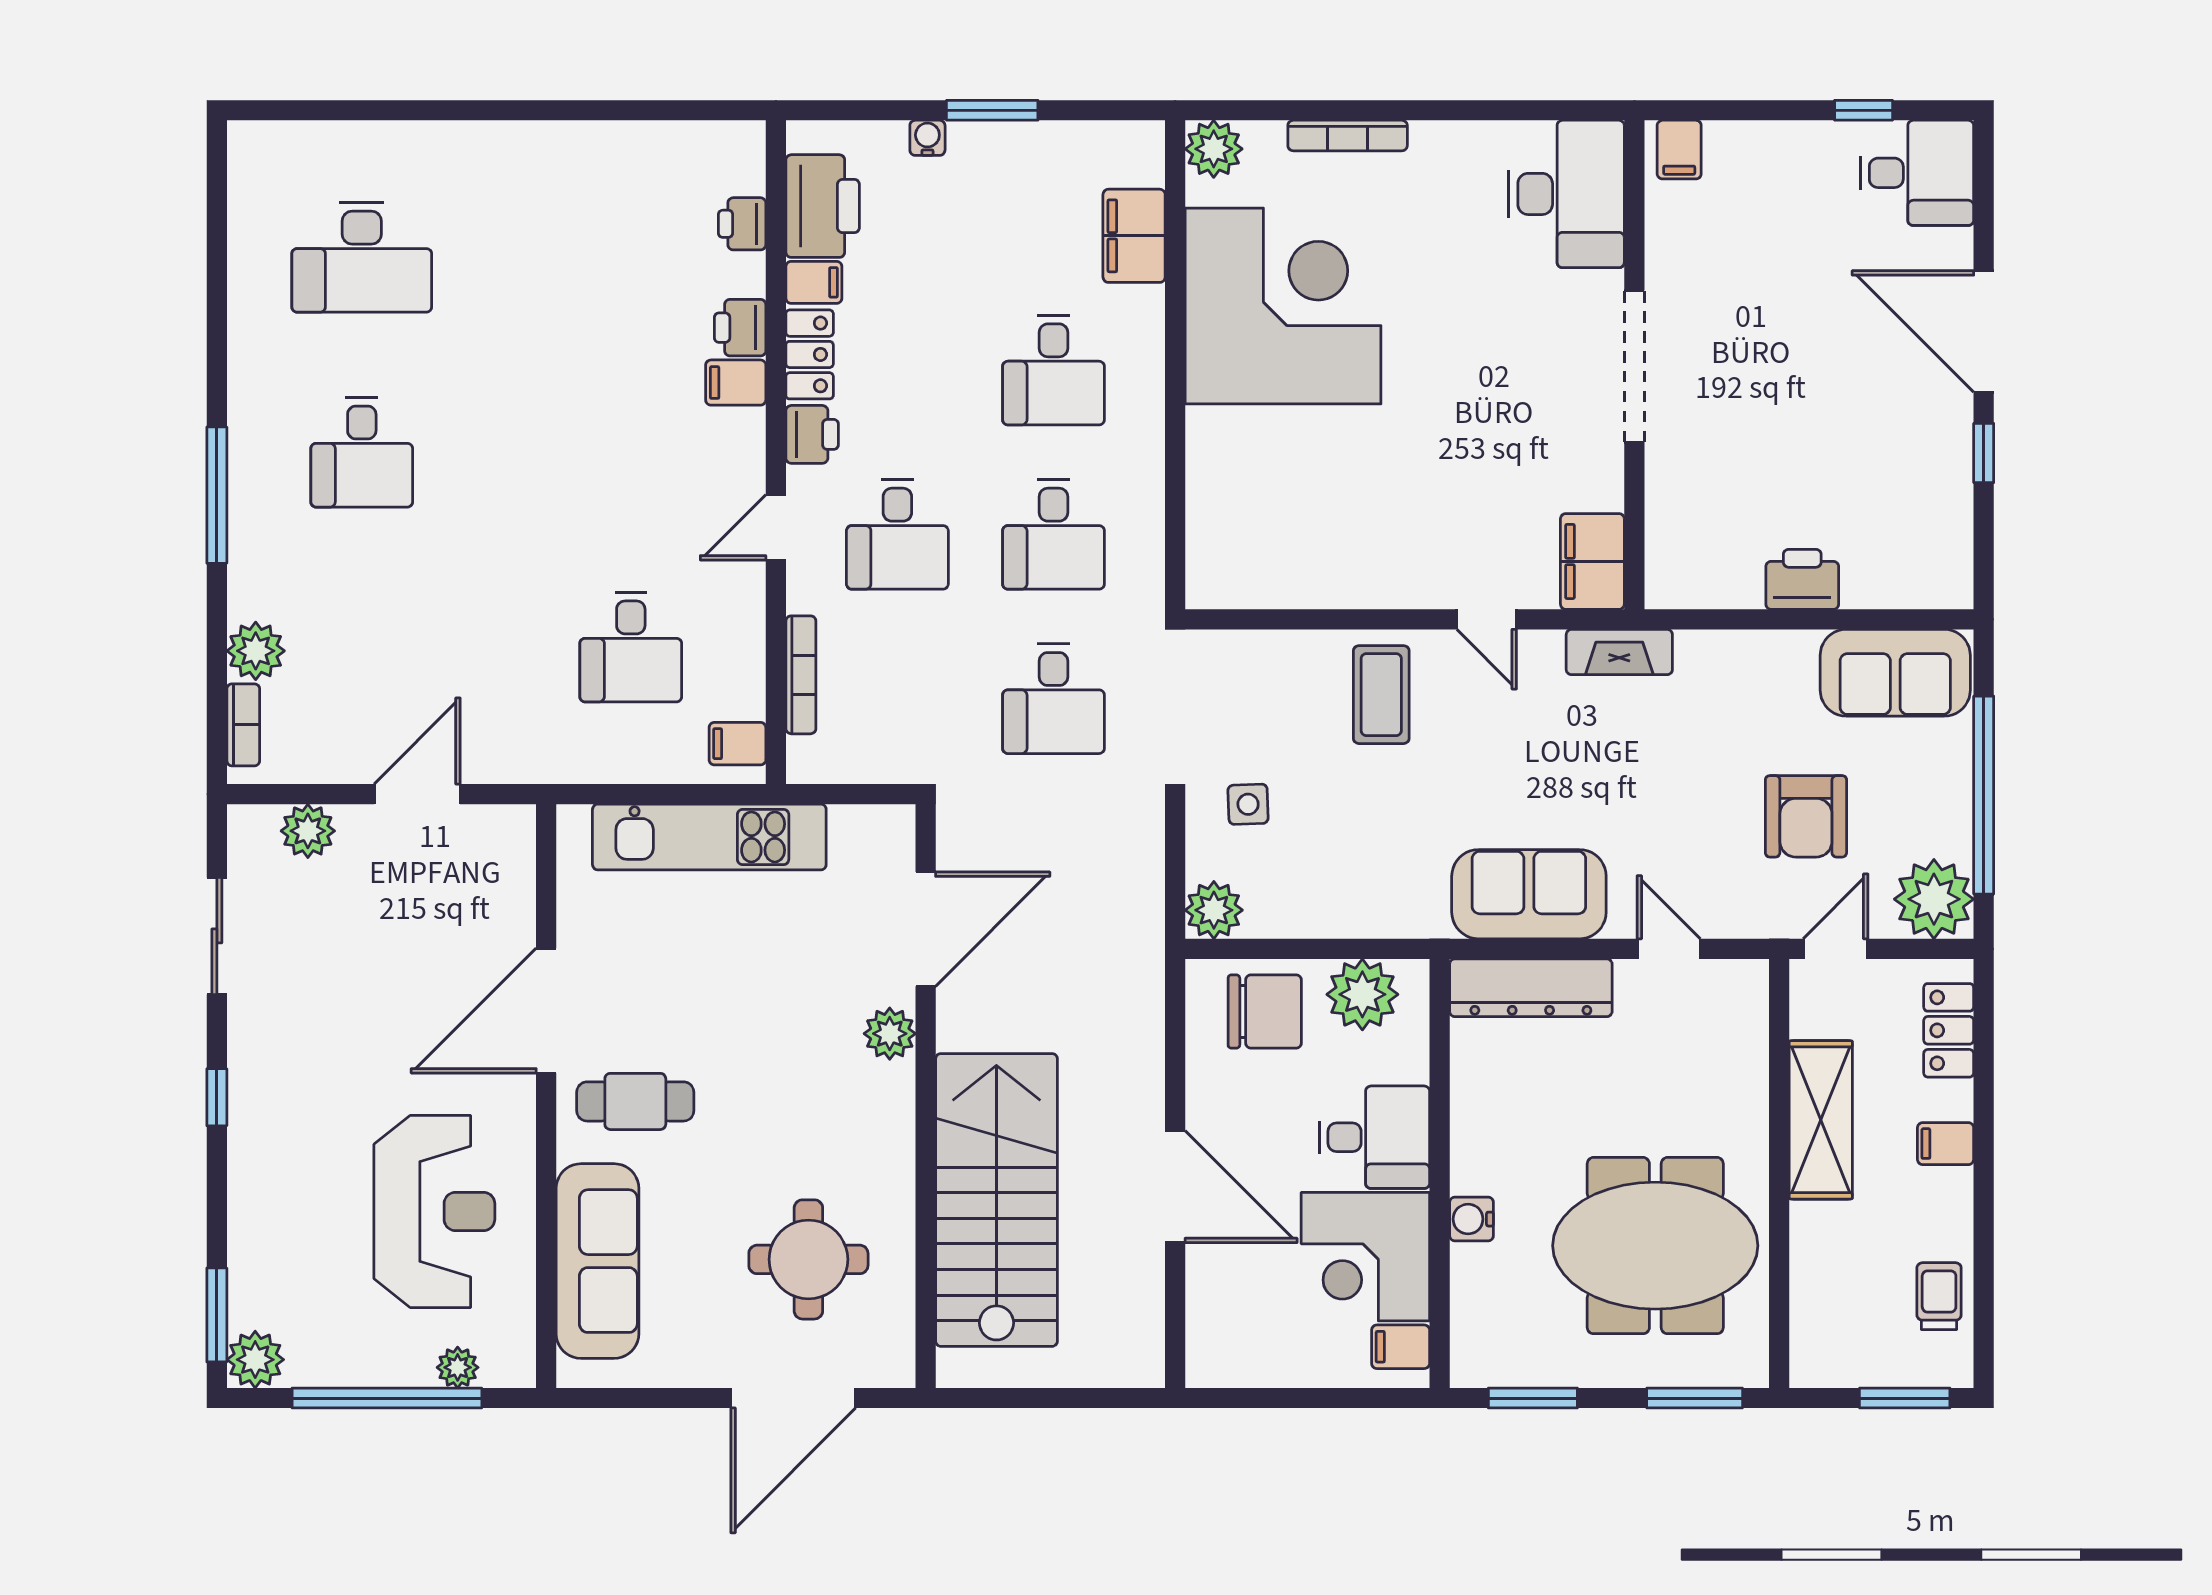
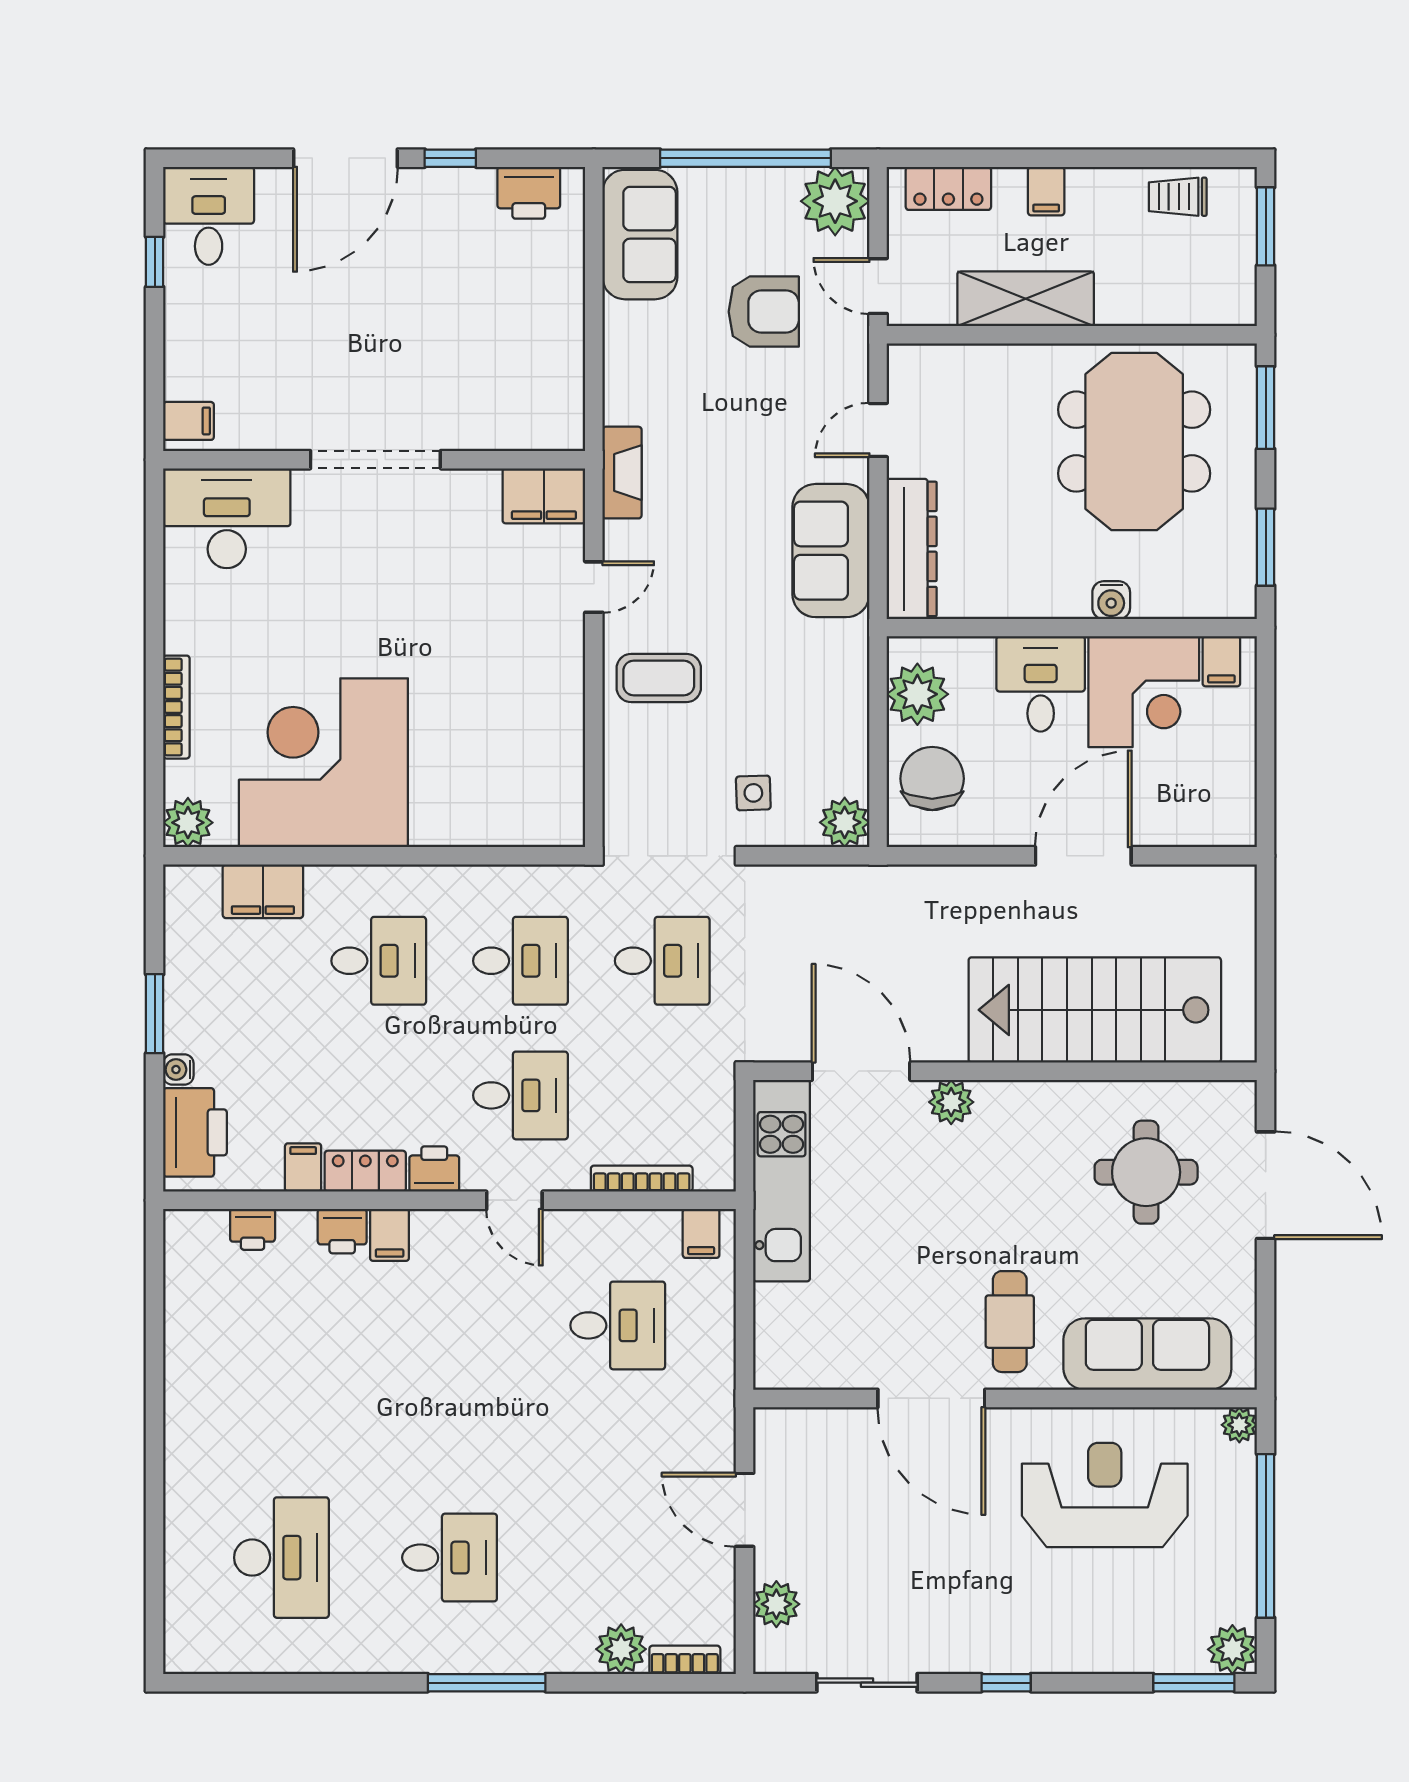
printer: (823, 206) -> (195, 1132), moved, turned 90
printer: (1802, 579) -> (529, 193), moved, turned -90
kitchen unit: (709, 837) -> (782, 1181), moved
plant: (458, 1367) -> (1239, 1425), moved

